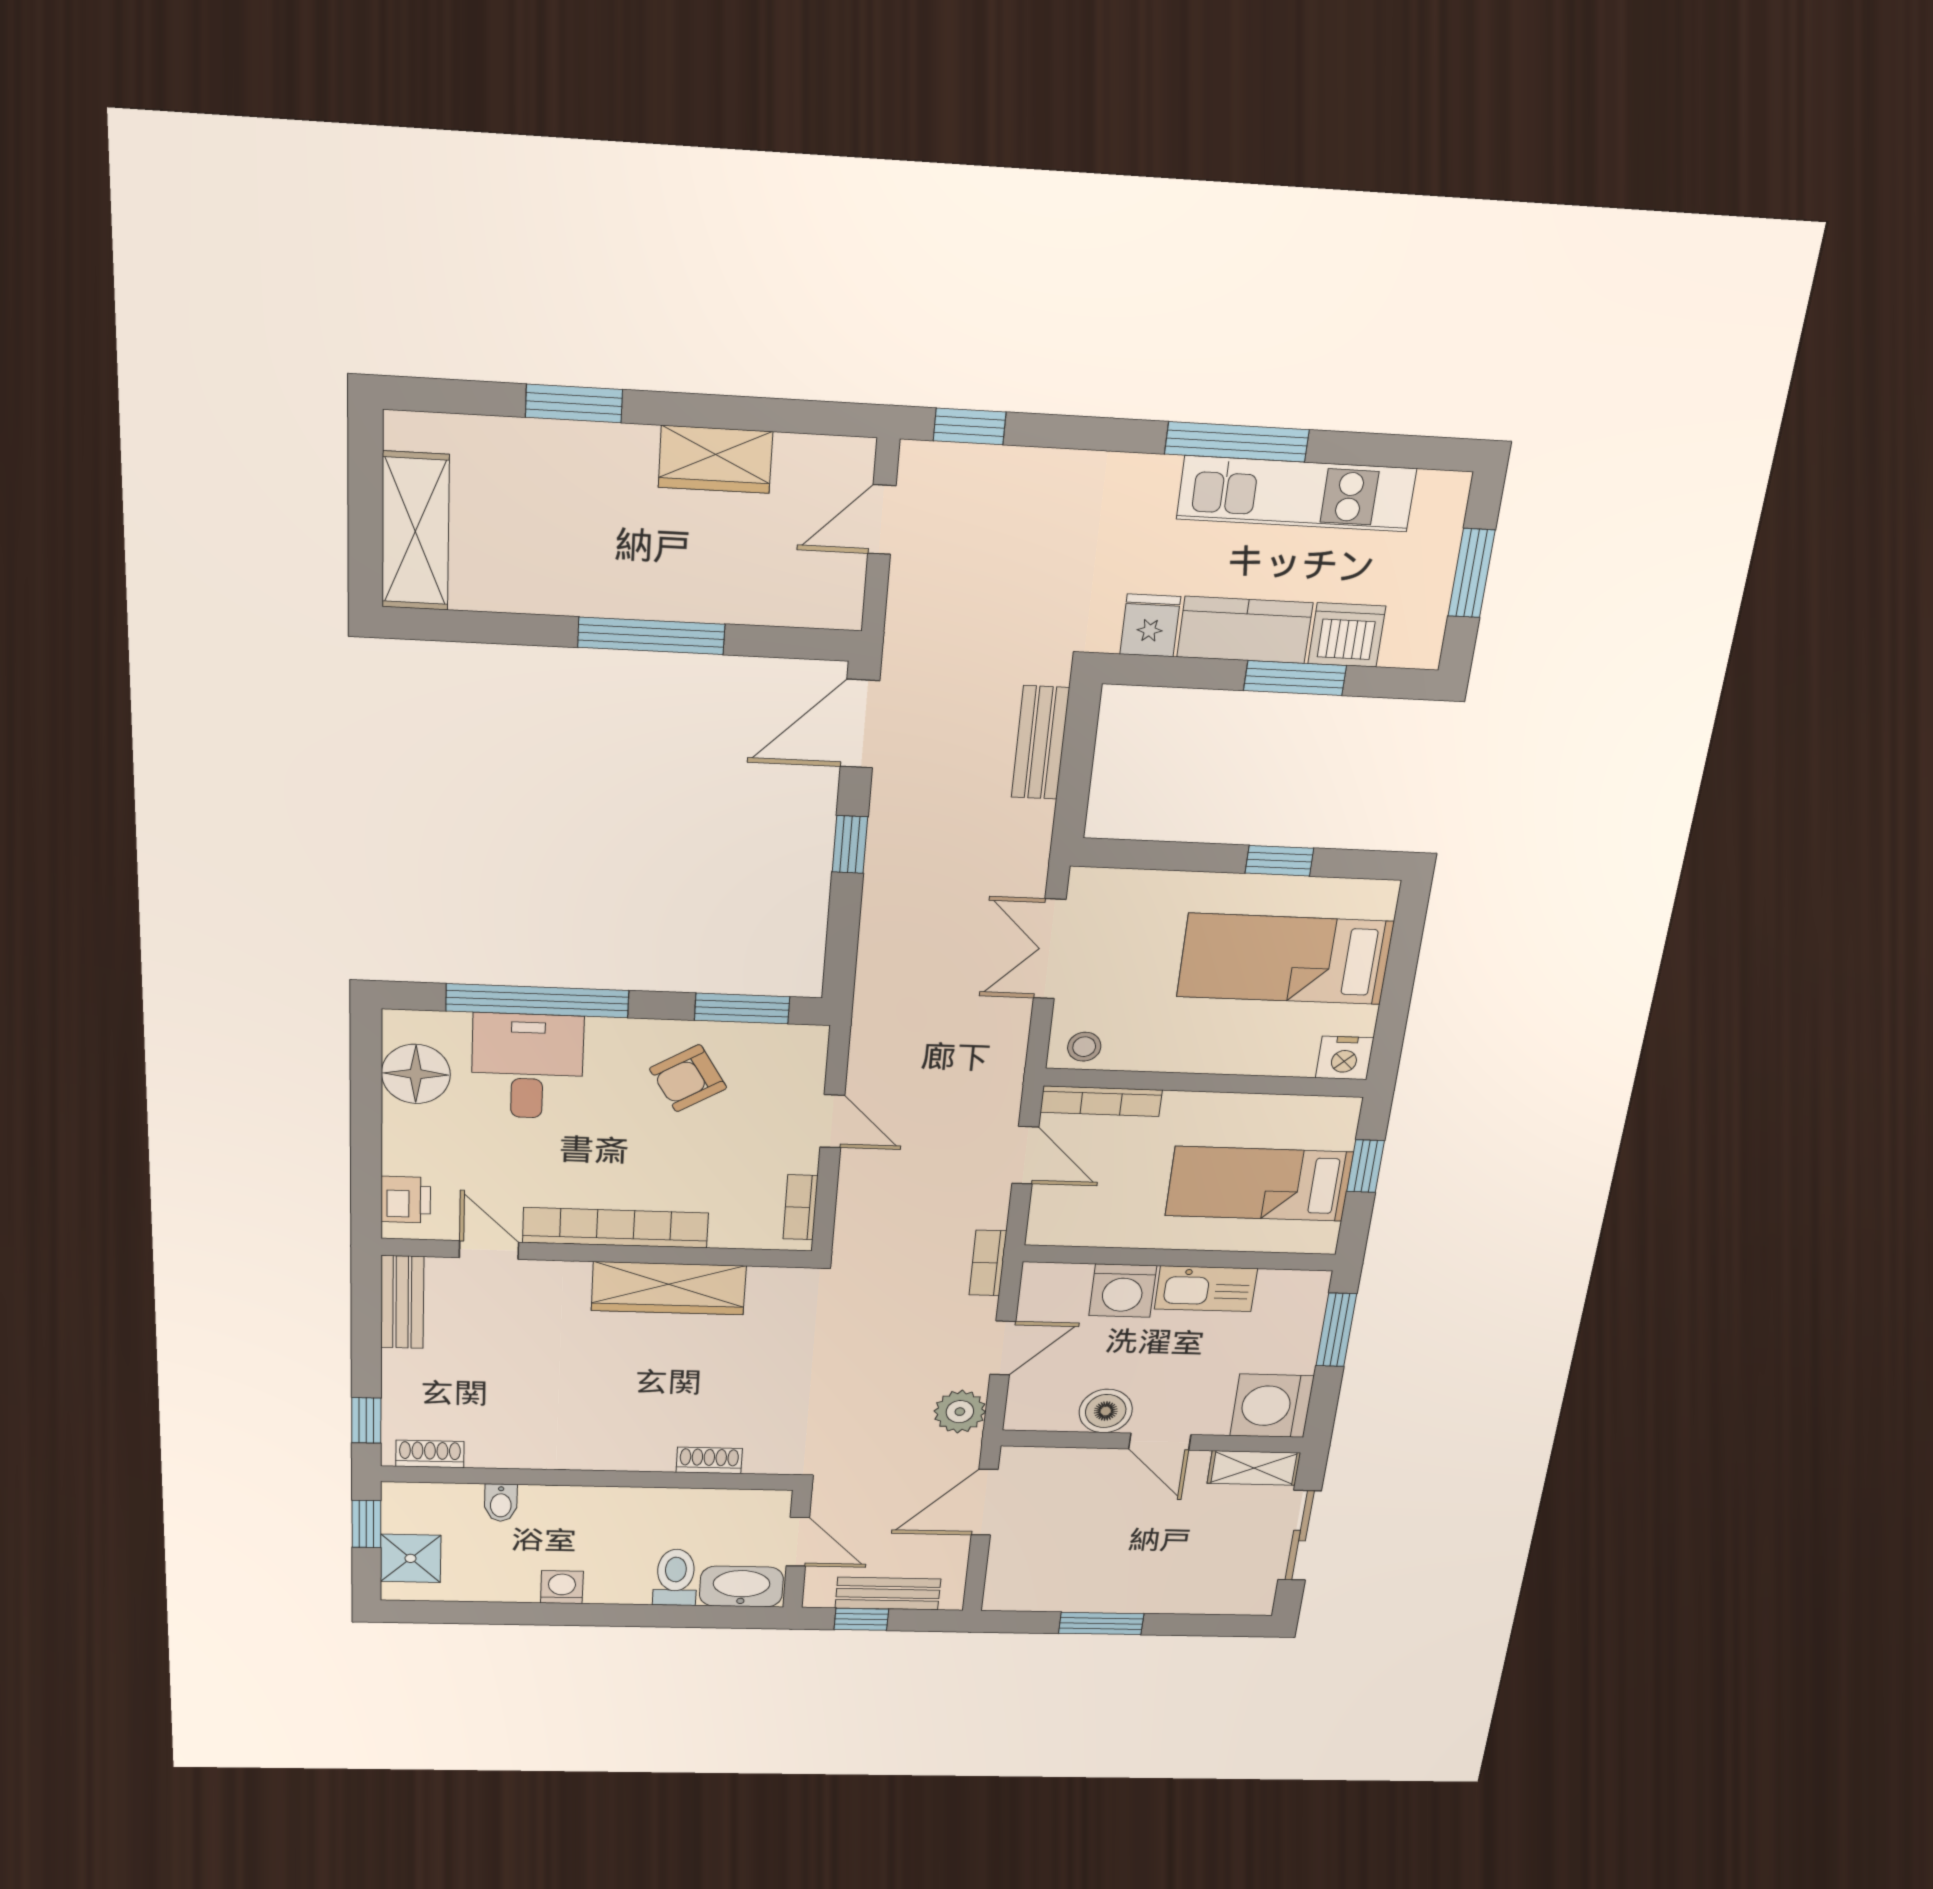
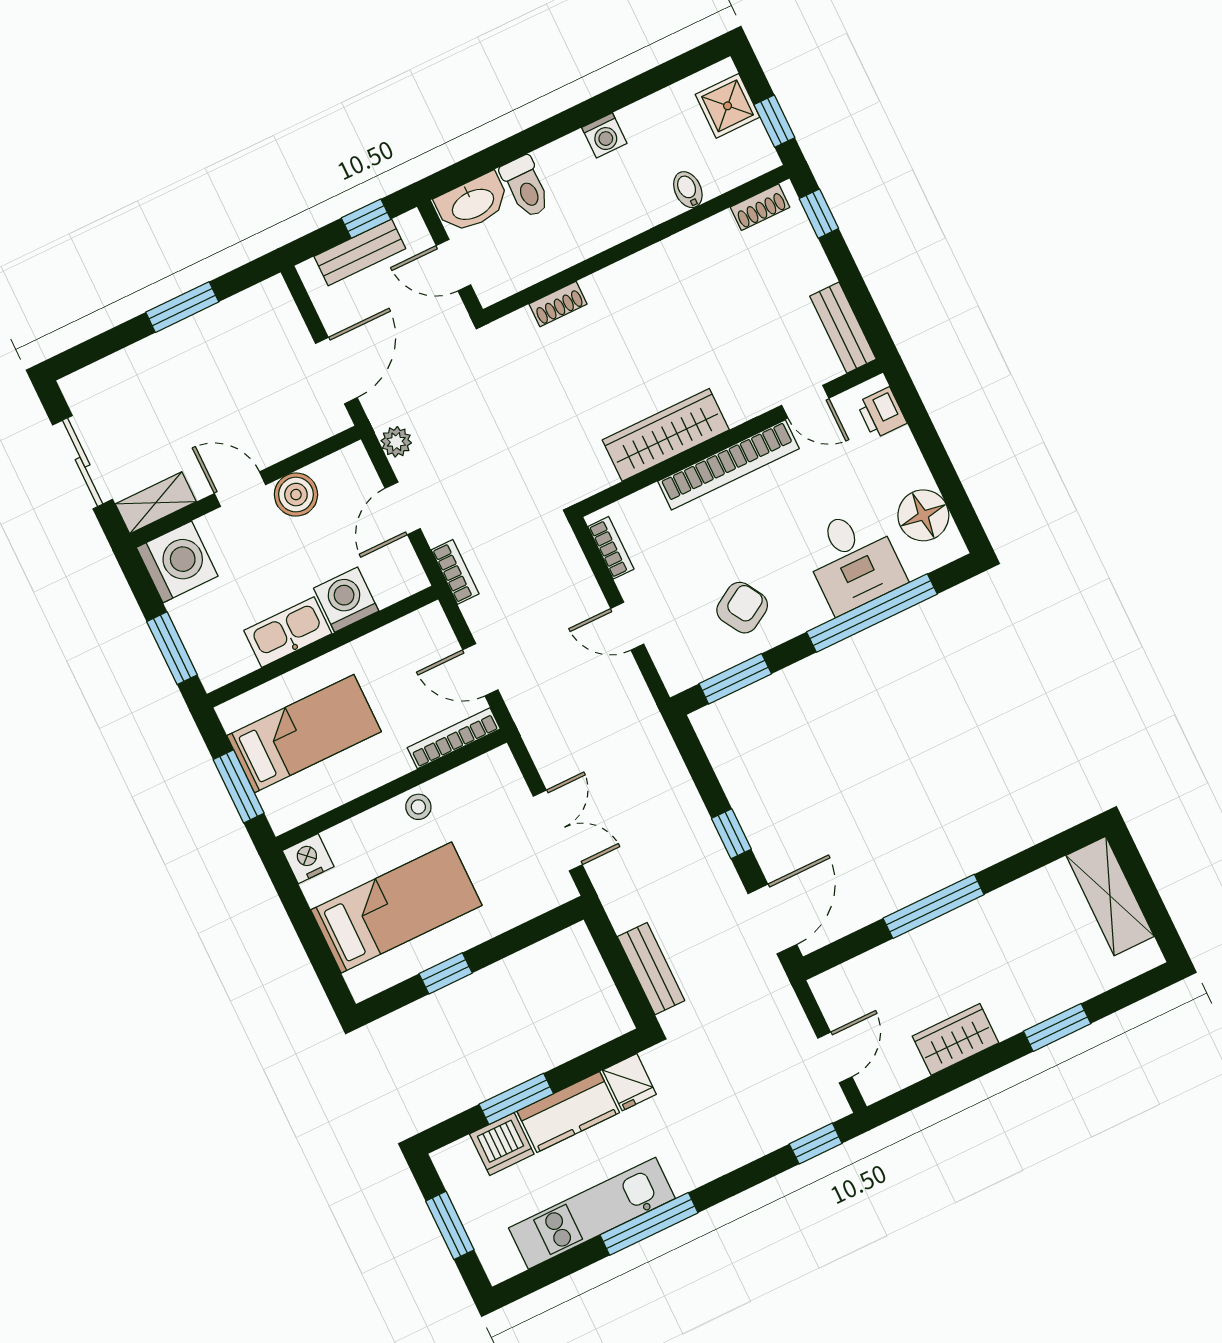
stool: (1084, 1047) -> (418, 807), moved
window: (1366, 1166) -> (239, 786), width x1.50
plant: (960, 1412) -> (396, 442), width x0.73, depth x0.73

